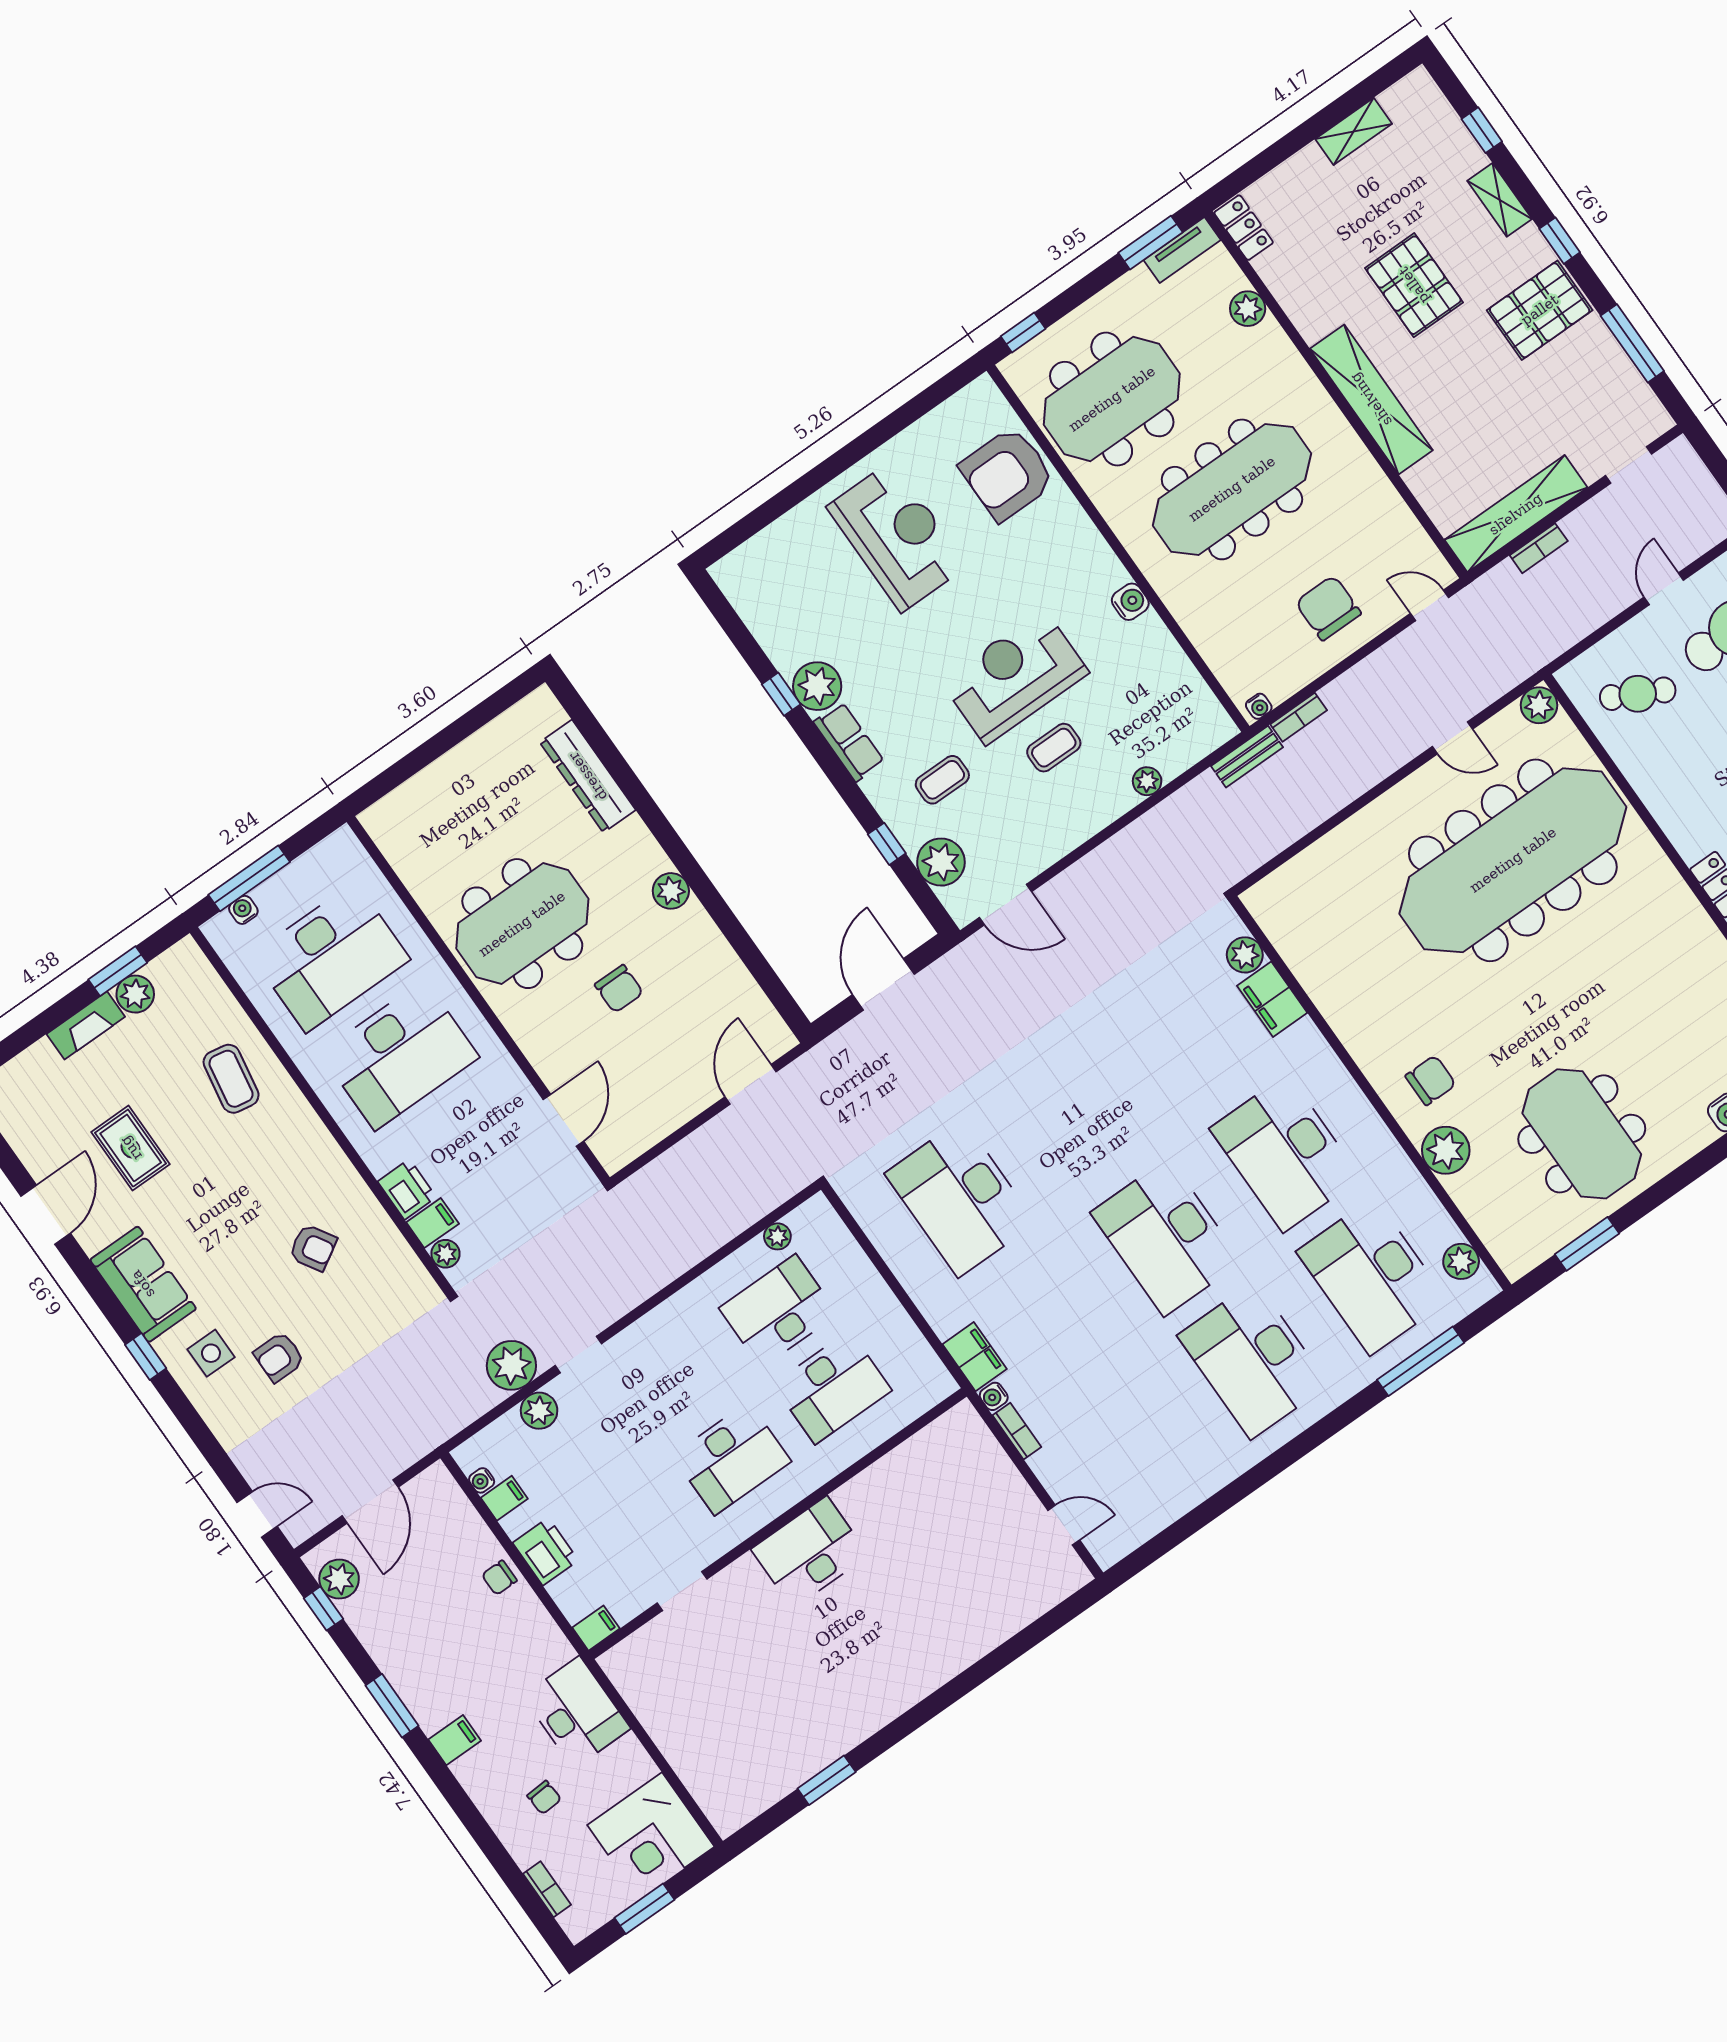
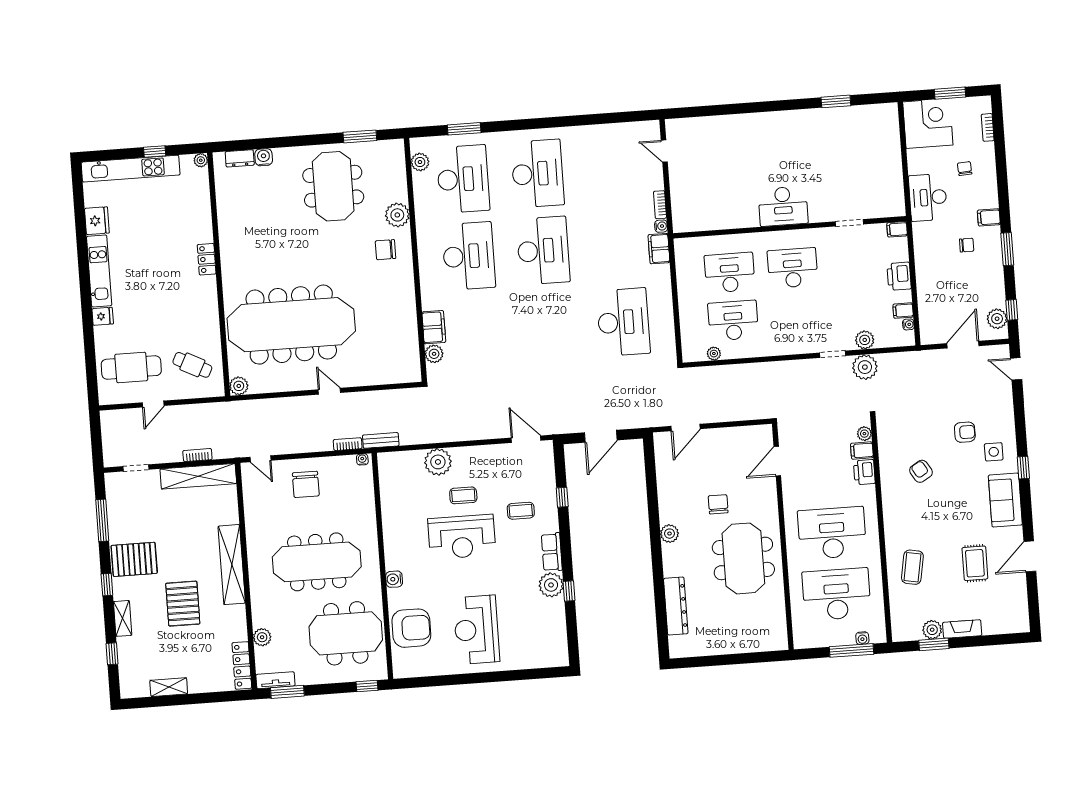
locker: (1244, 228) -> (242, 665), width x1.53
water cooler: (1130, 602) -> (394, 579), moved
door: (1452, 738) -> (329, 391), moved
plant: (1147, 781) -> (438, 462), width x1.87, depth x1.87
plant: (941, 862) -> (543, 475), removed
meeting table: (522, 924) -> (743, 558), turned 90
desk: (778, 1311) -> (733, 321), turned 180
window: (1421, 1361) -> (464, 129), width x0.69
chair: (499, 1578) -> (967, 245), moved

